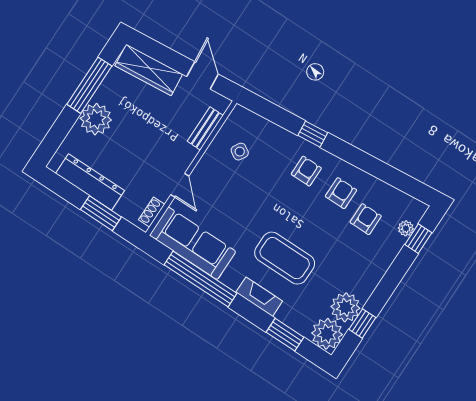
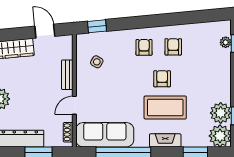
bench: (205, 128) -> (67, 75), moved
window: (313, 134) -> (97, 26), moved
door: (180, 185) -> (74, 105), swing flipped
armchair: (366, 219) -> (162, 79), moved

